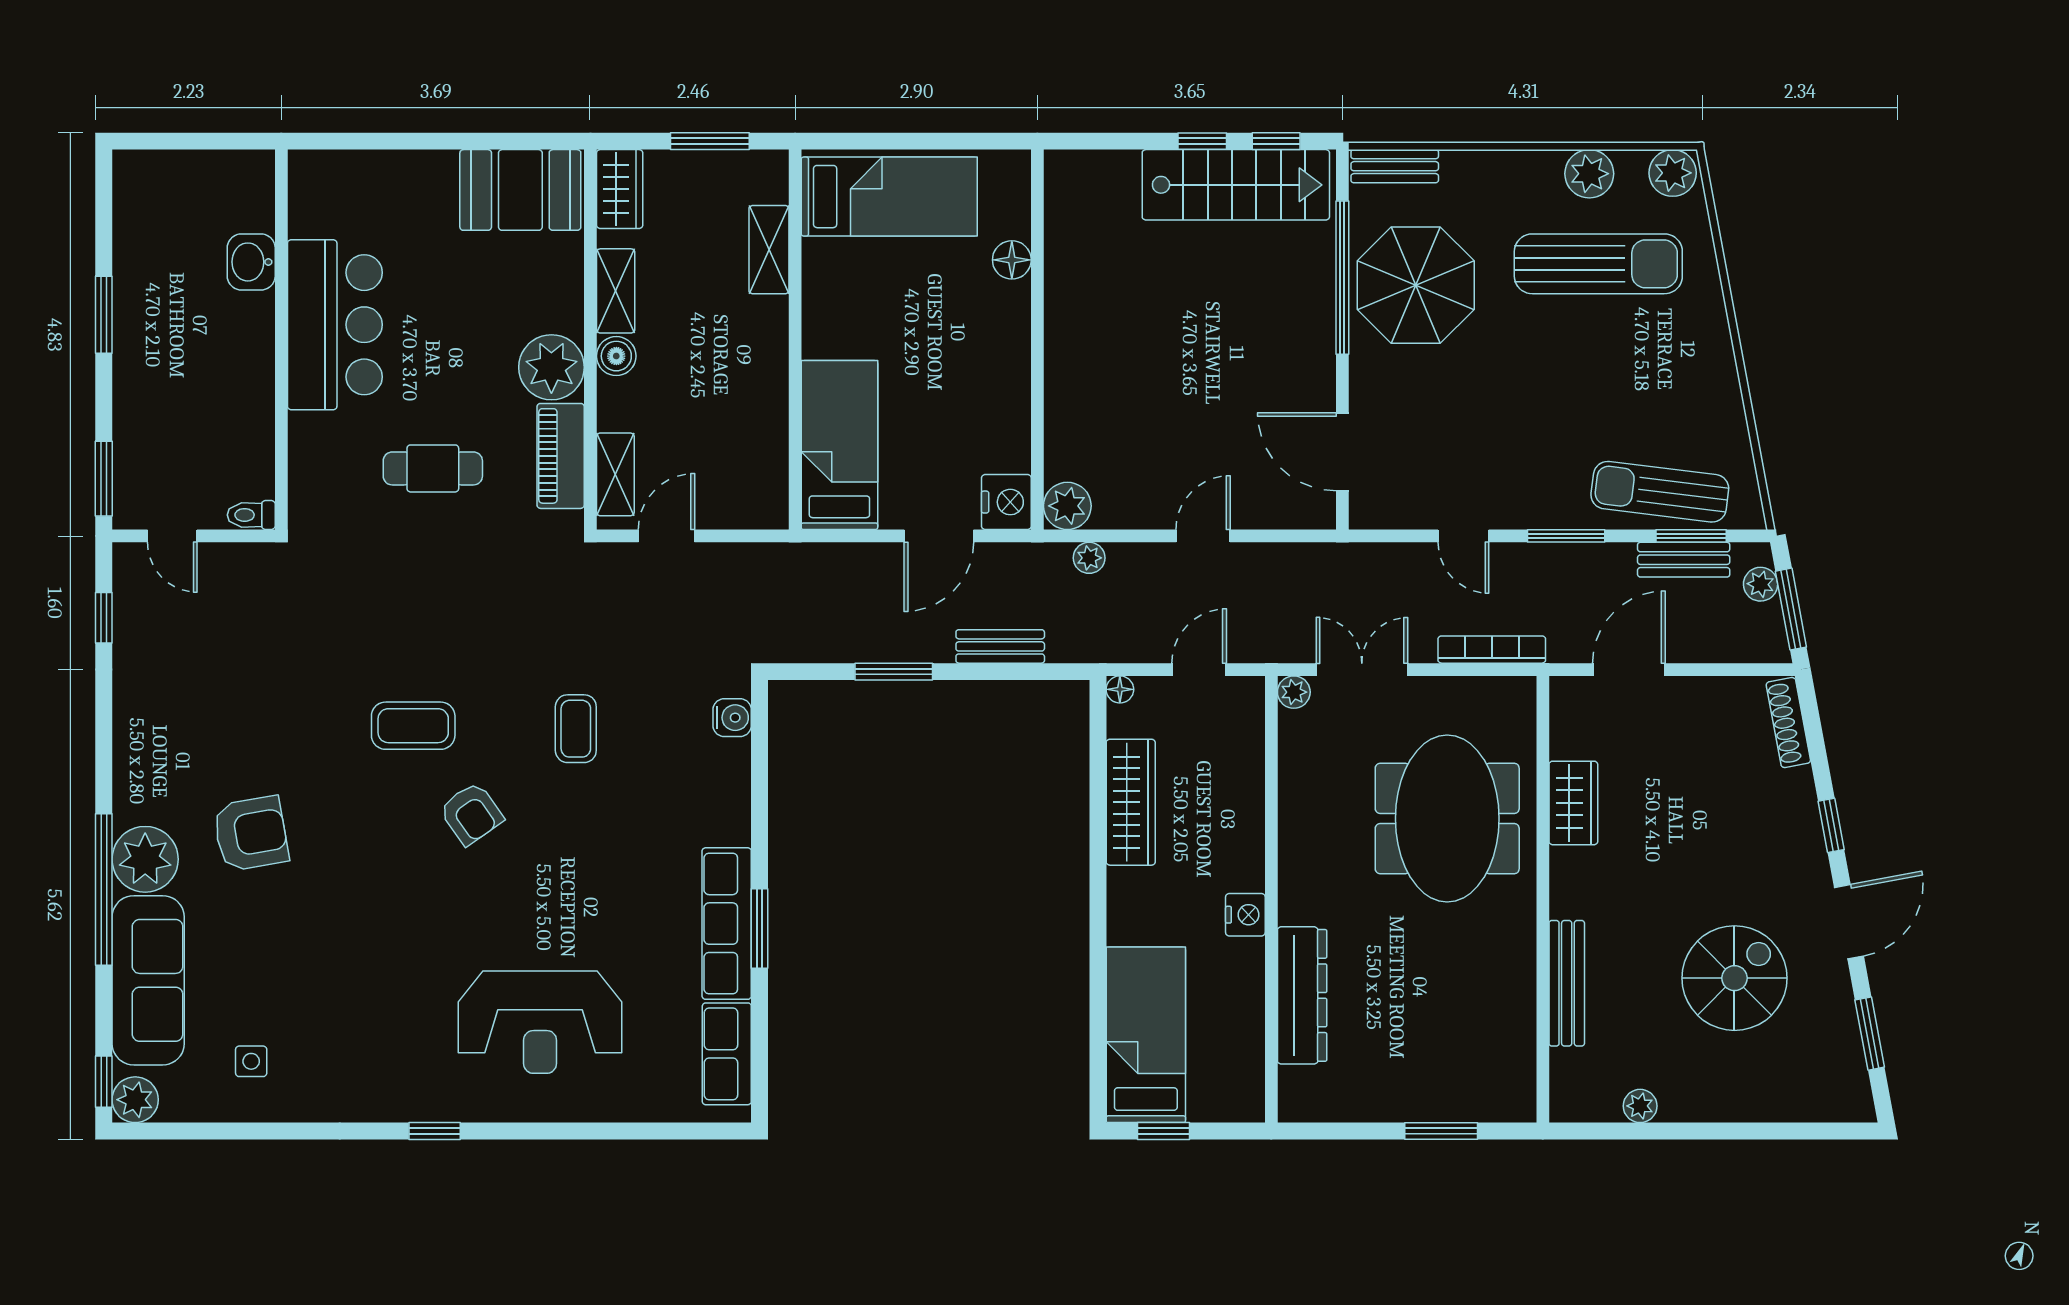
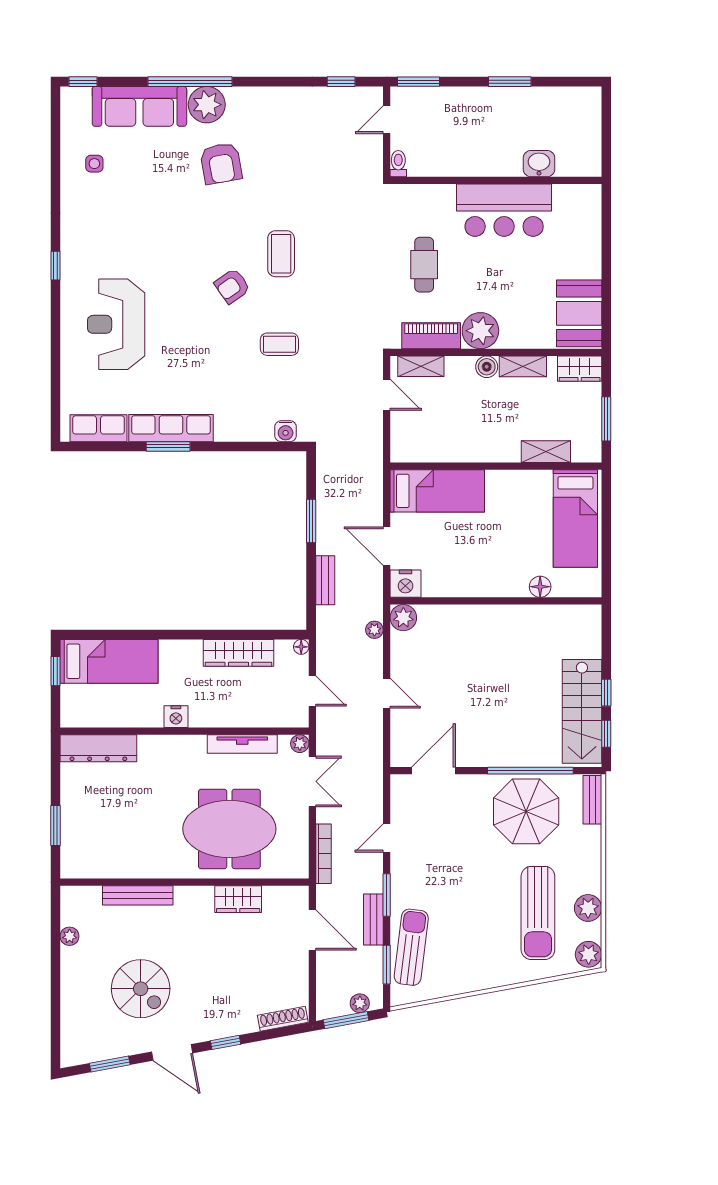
bench: (1684, 560) -> (373, 919), moved
tv unit: (1295, 796) -> (242, 744), added
dresser: (1302, 995) -> (98, 748), moved
plant: (135, 1100) -> (73, 99), removed

